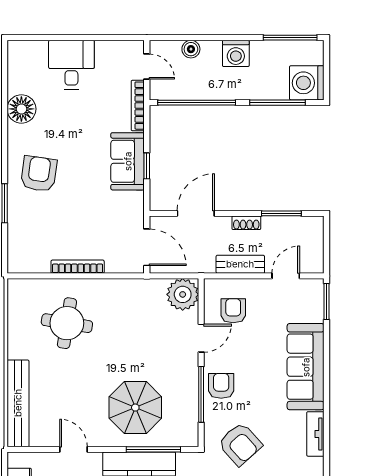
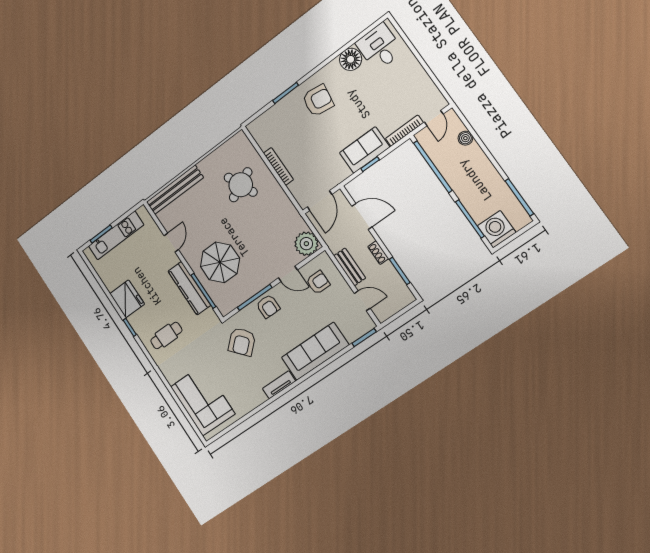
washing machine: (236, 53) -> (483, 169), removed
desk: (71, 65) -> (379, 47), moved, turned -90
round table: (67, 323) -> (241, 185), turned -34
armchair: (221, 386) -> (268, 306), turned 90

